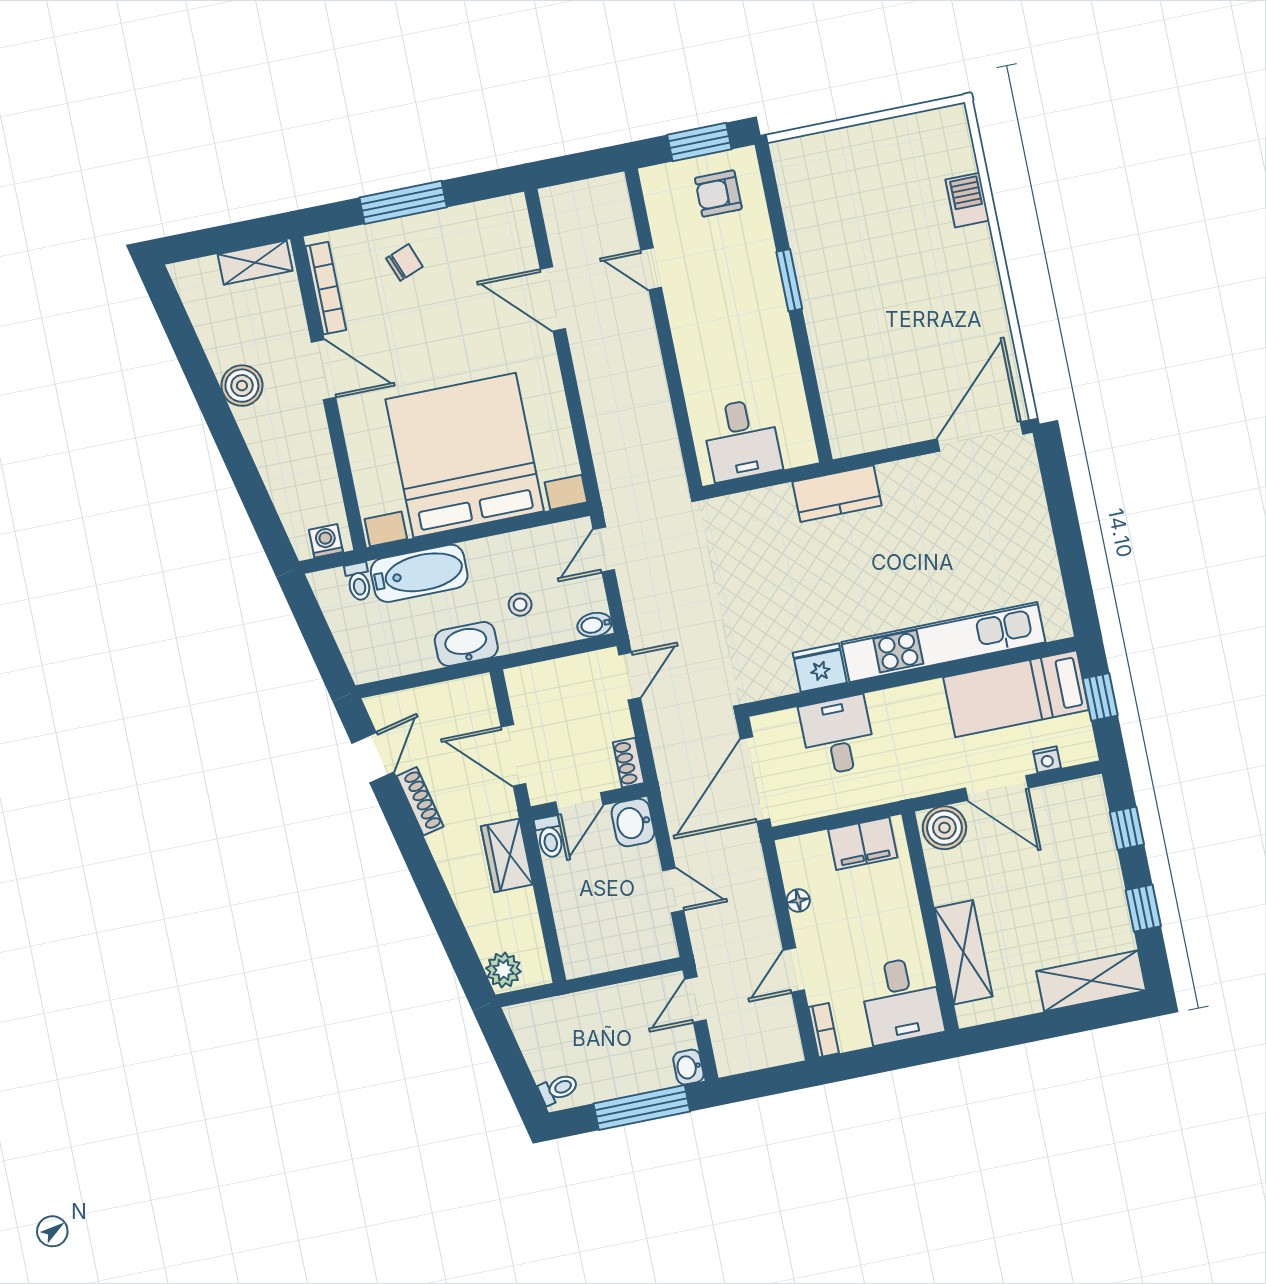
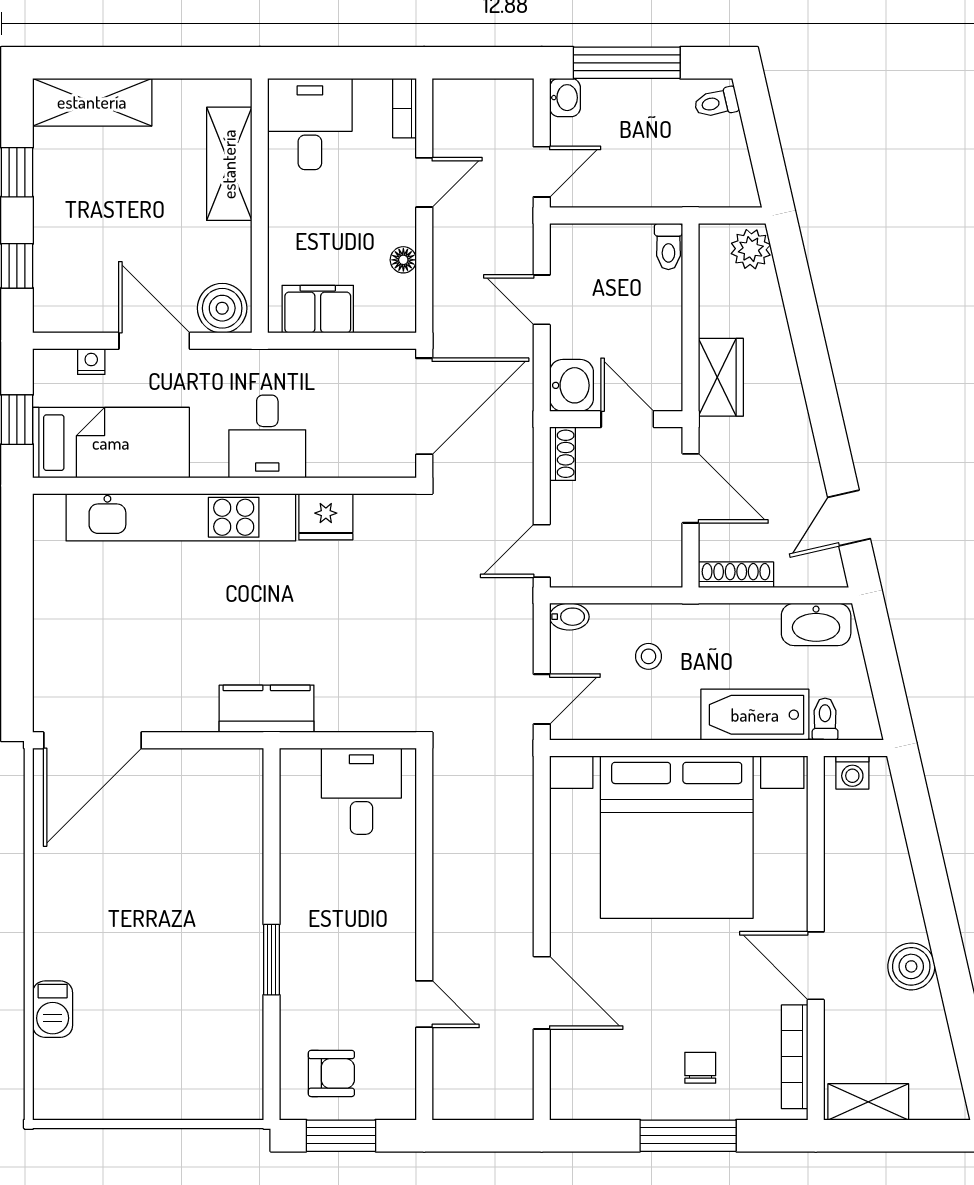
chair: (404, 262) -> (700, 1068), turned 111
washbasin: (466, 644) -> (816, 624), moved
desk: (838, 735) -> (267, 436), moved
shoe rack: (420, 801) -> (736, 575), moved, turned 103
door: (579, 803) -> (627, 419), hinge flipped
toilet: (550, 837) -> (668, 246), moved, turned 180

